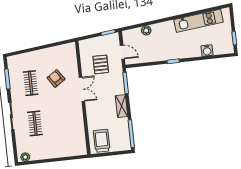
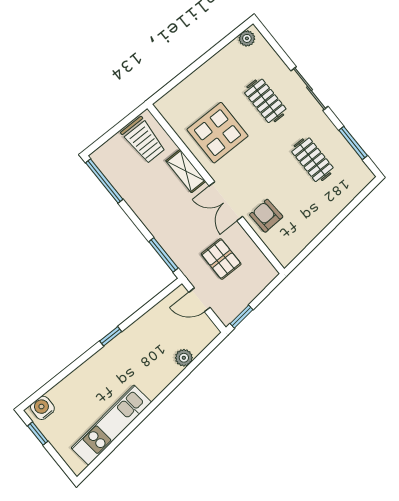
water cooler: (207, 50) -> (42, 408), moved
armchair: (56, 78) -> (266, 216), moved, turned -149
shelving: (121, 106) -> (186, 171), moved
display table: (66, 123) -> (217, 133), added

